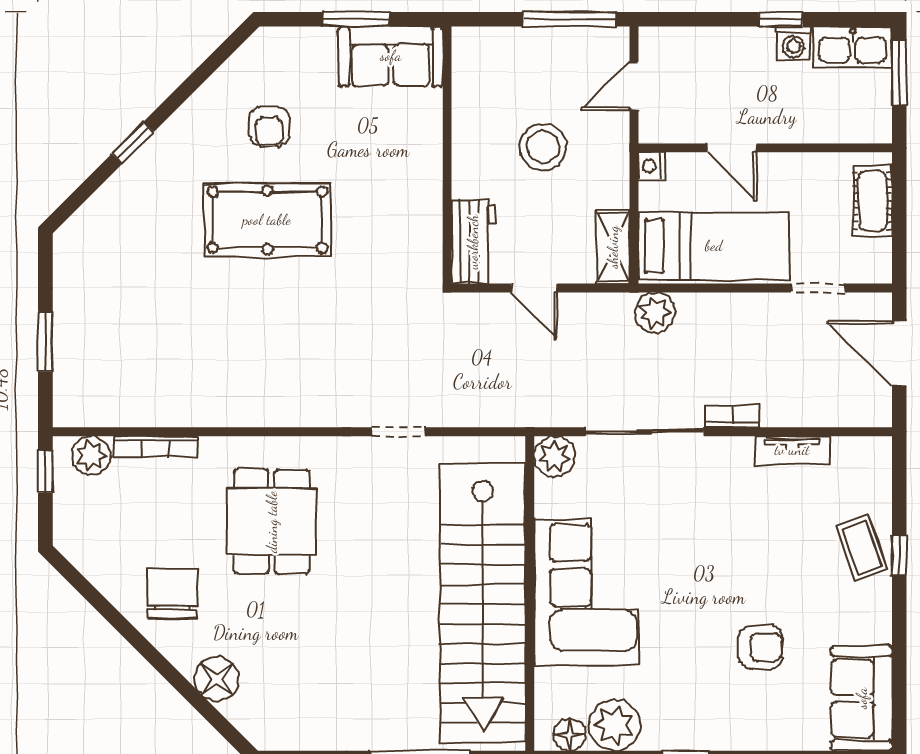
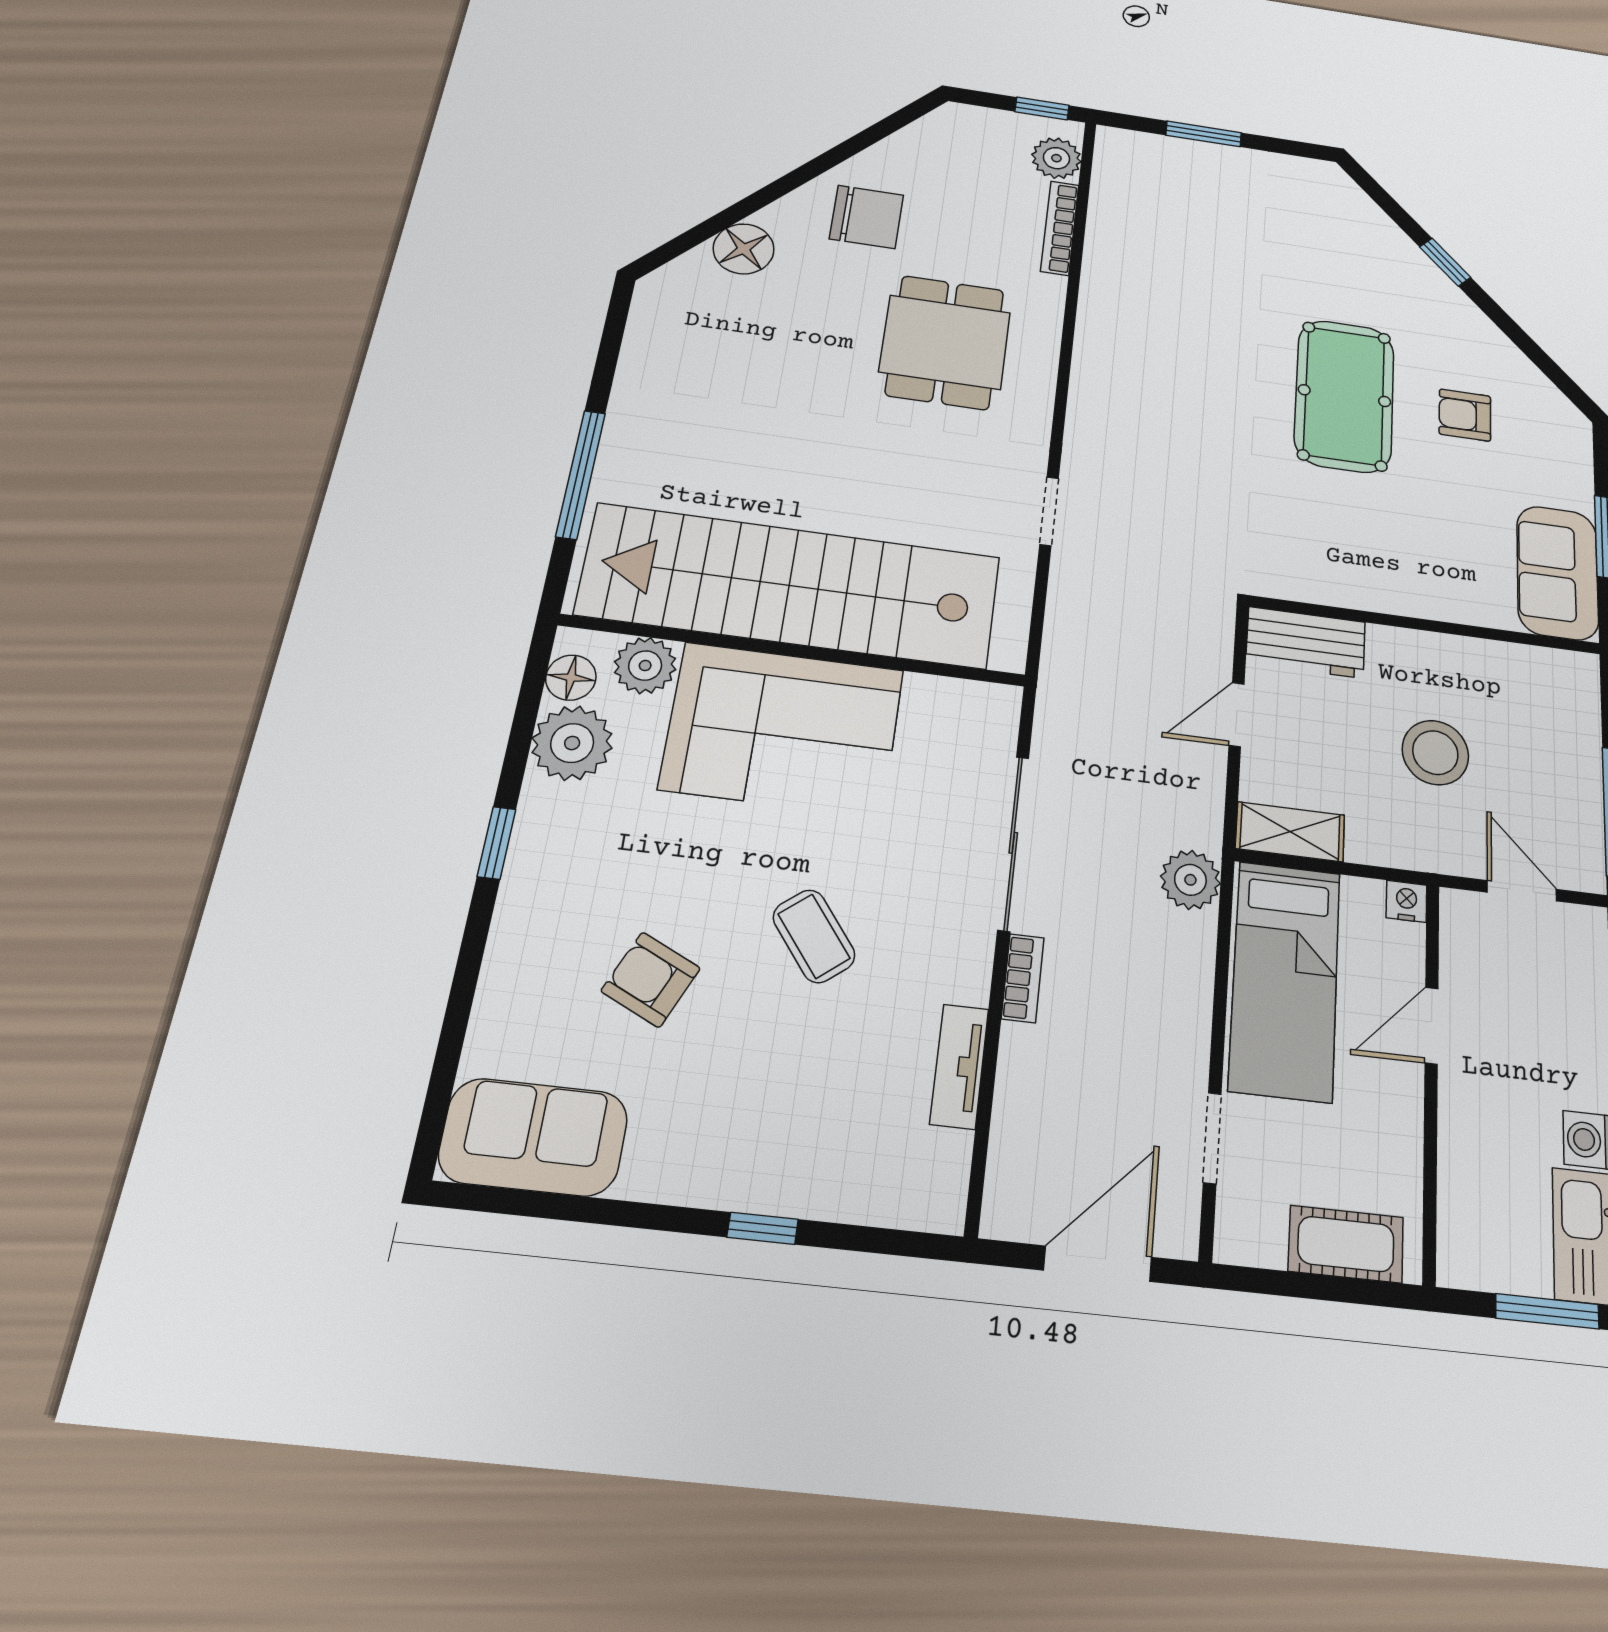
plant: (554, 456) -> (645, 666), moved
dining table: (272, 522) -> (945, 342), turned 90
coffee table: (862, 548) -> (814, 936), moved, turned 72
armchair: (761, 647) -> (651, 980), turned 115

